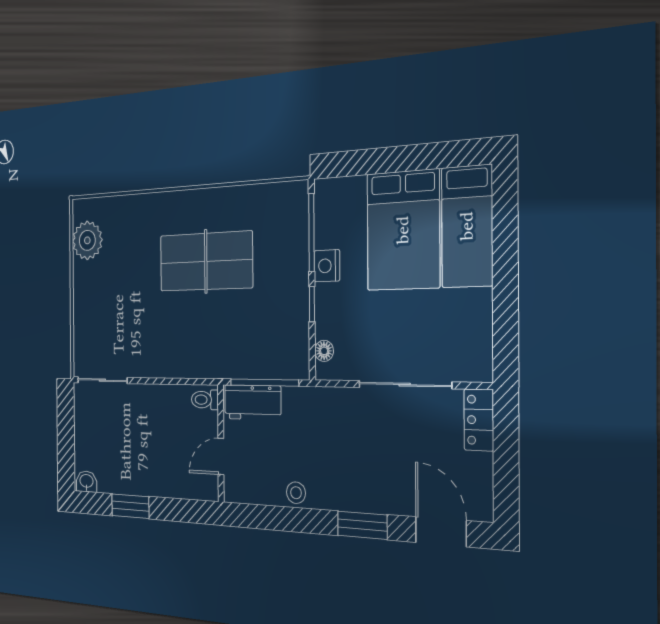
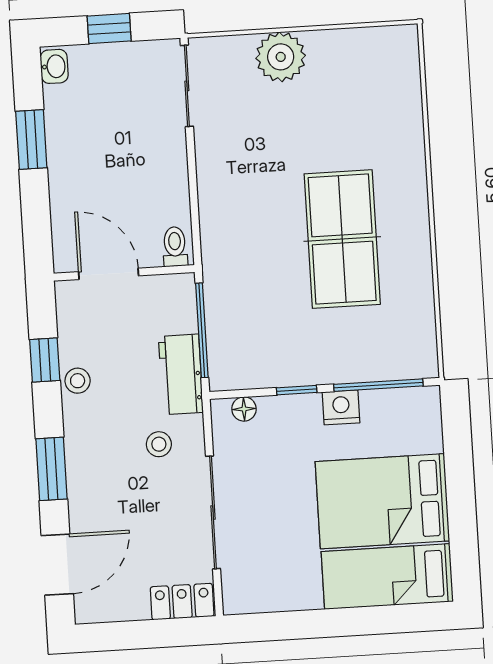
plant: (87, 240) -> (281, 57), moved
workbench: (253, 402) -> (181, 374), moved
stool: (348, 428) -> (159, 444), added
window: (66, 436) -> (109, 29), added
door: (221, 456) -> (109, 274), width x1.38
window: (279, 518) -> (45, 360), added

